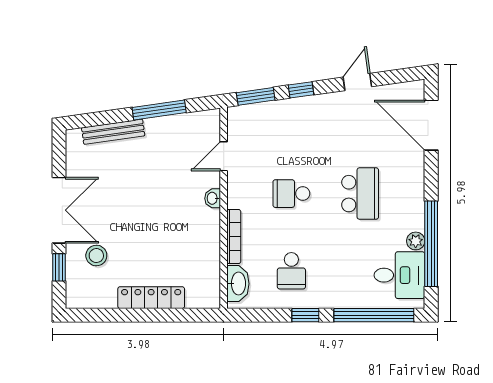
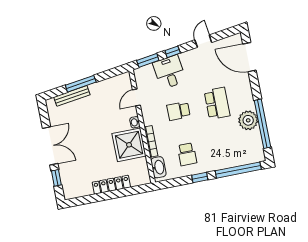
window: (159, 110) -> (81, 84), moved
shower: (195, 235) -> (129, 145), added
plant: (416, 241) -> (248, 120), width x1.88, depth x1.88
stool: (96, 256) -> (76, 167), removed
desk: (399, 275) -> (169, 72), moved, turned -98

